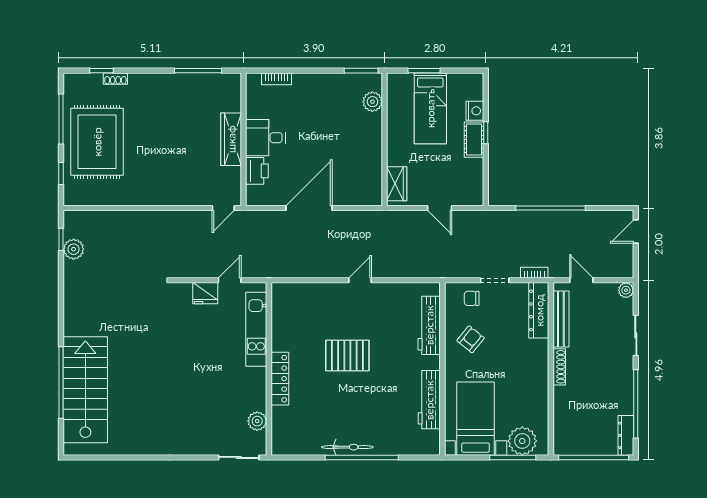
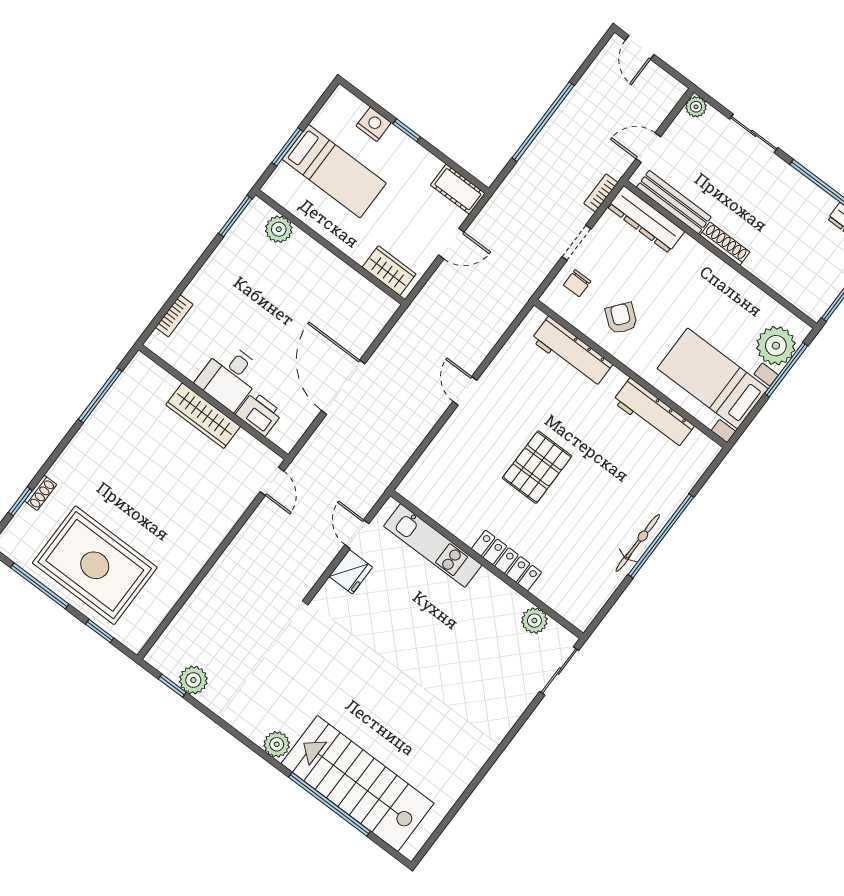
cot: (474, 140) -> (458, 189), moved
plant: (73, 326) -> (277, 744), added

